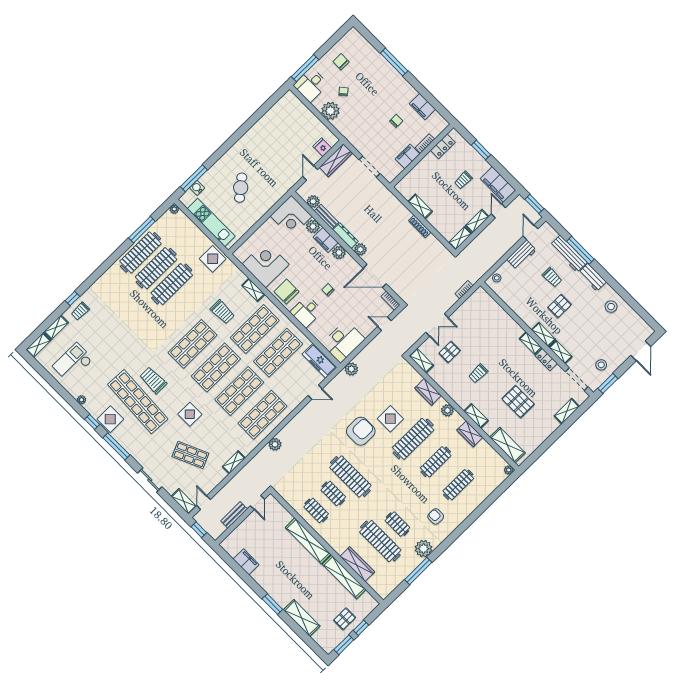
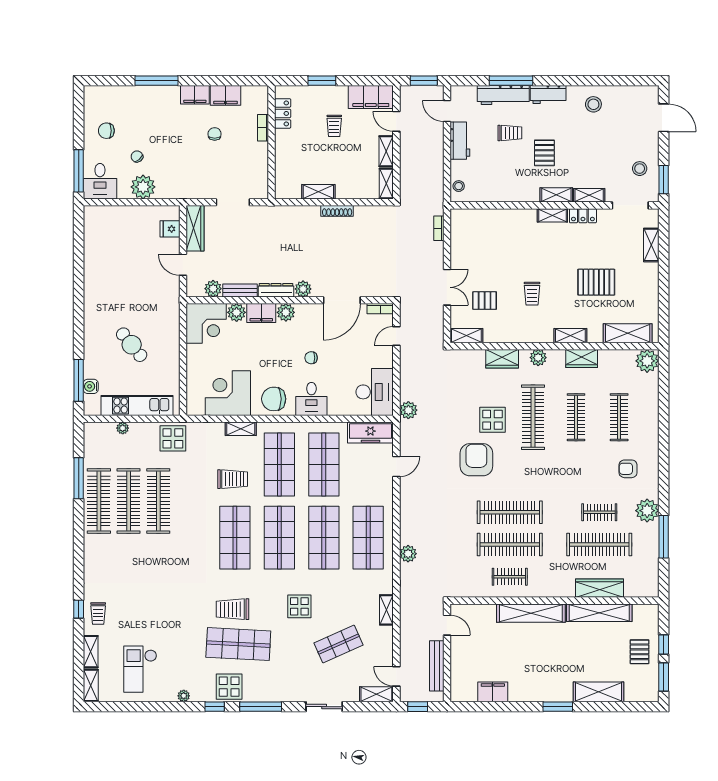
filing cabinet: (407, 156) -> (195, 95), moved, turned -90
plant: (174, 209) -> (123, 428), moved
pallet: (450, 352) -> (485, 301), turned 90
shop shelf: (138, 402) -> (238, 644), width x0.71
plant: (509, 470) -> (647, 361), width x1.87, depth x1.87
clothes rail: (333, 493) -> (510, 545), width x1.86, depth x1.31
bench: (234, 515) -> (437, 666), width x1.36

